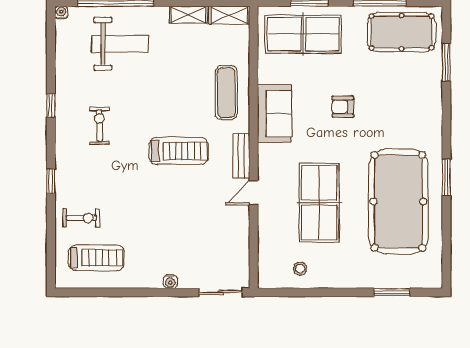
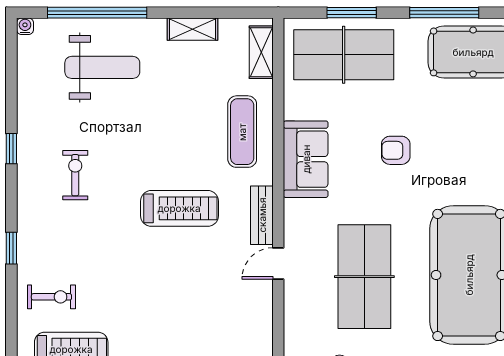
shelving: (229, 15) -> (261, 52), moved, turned 90

